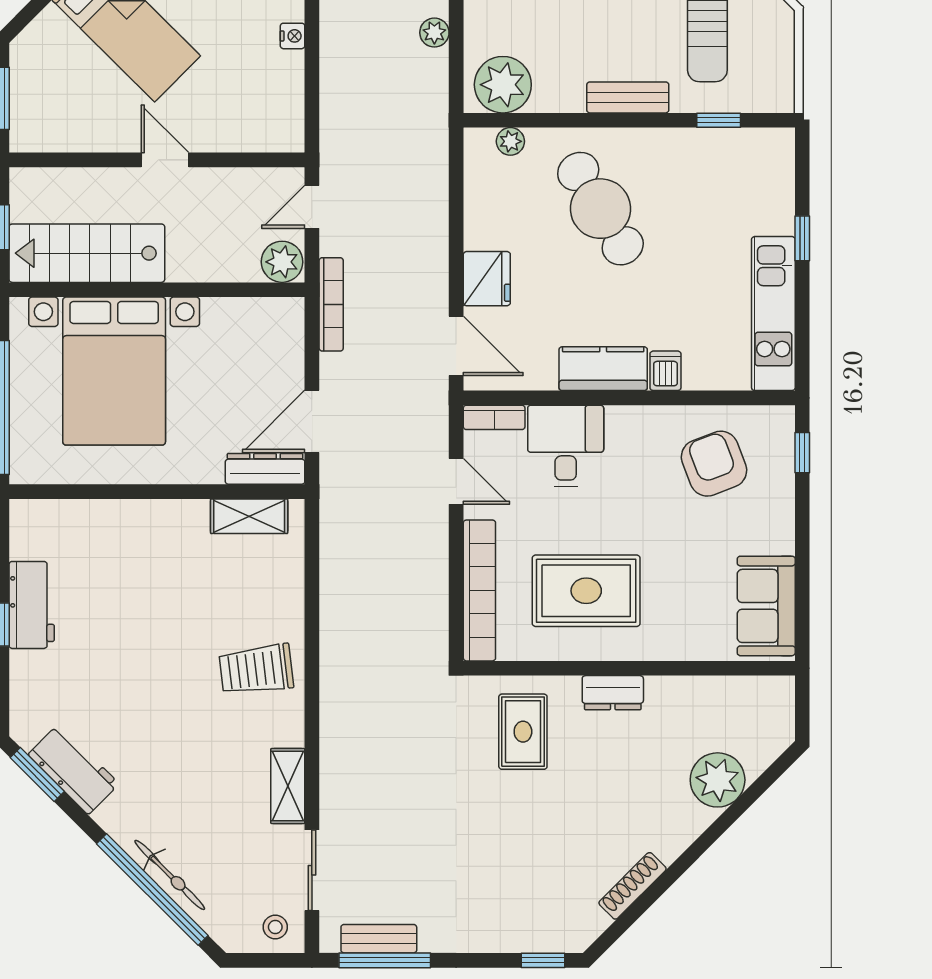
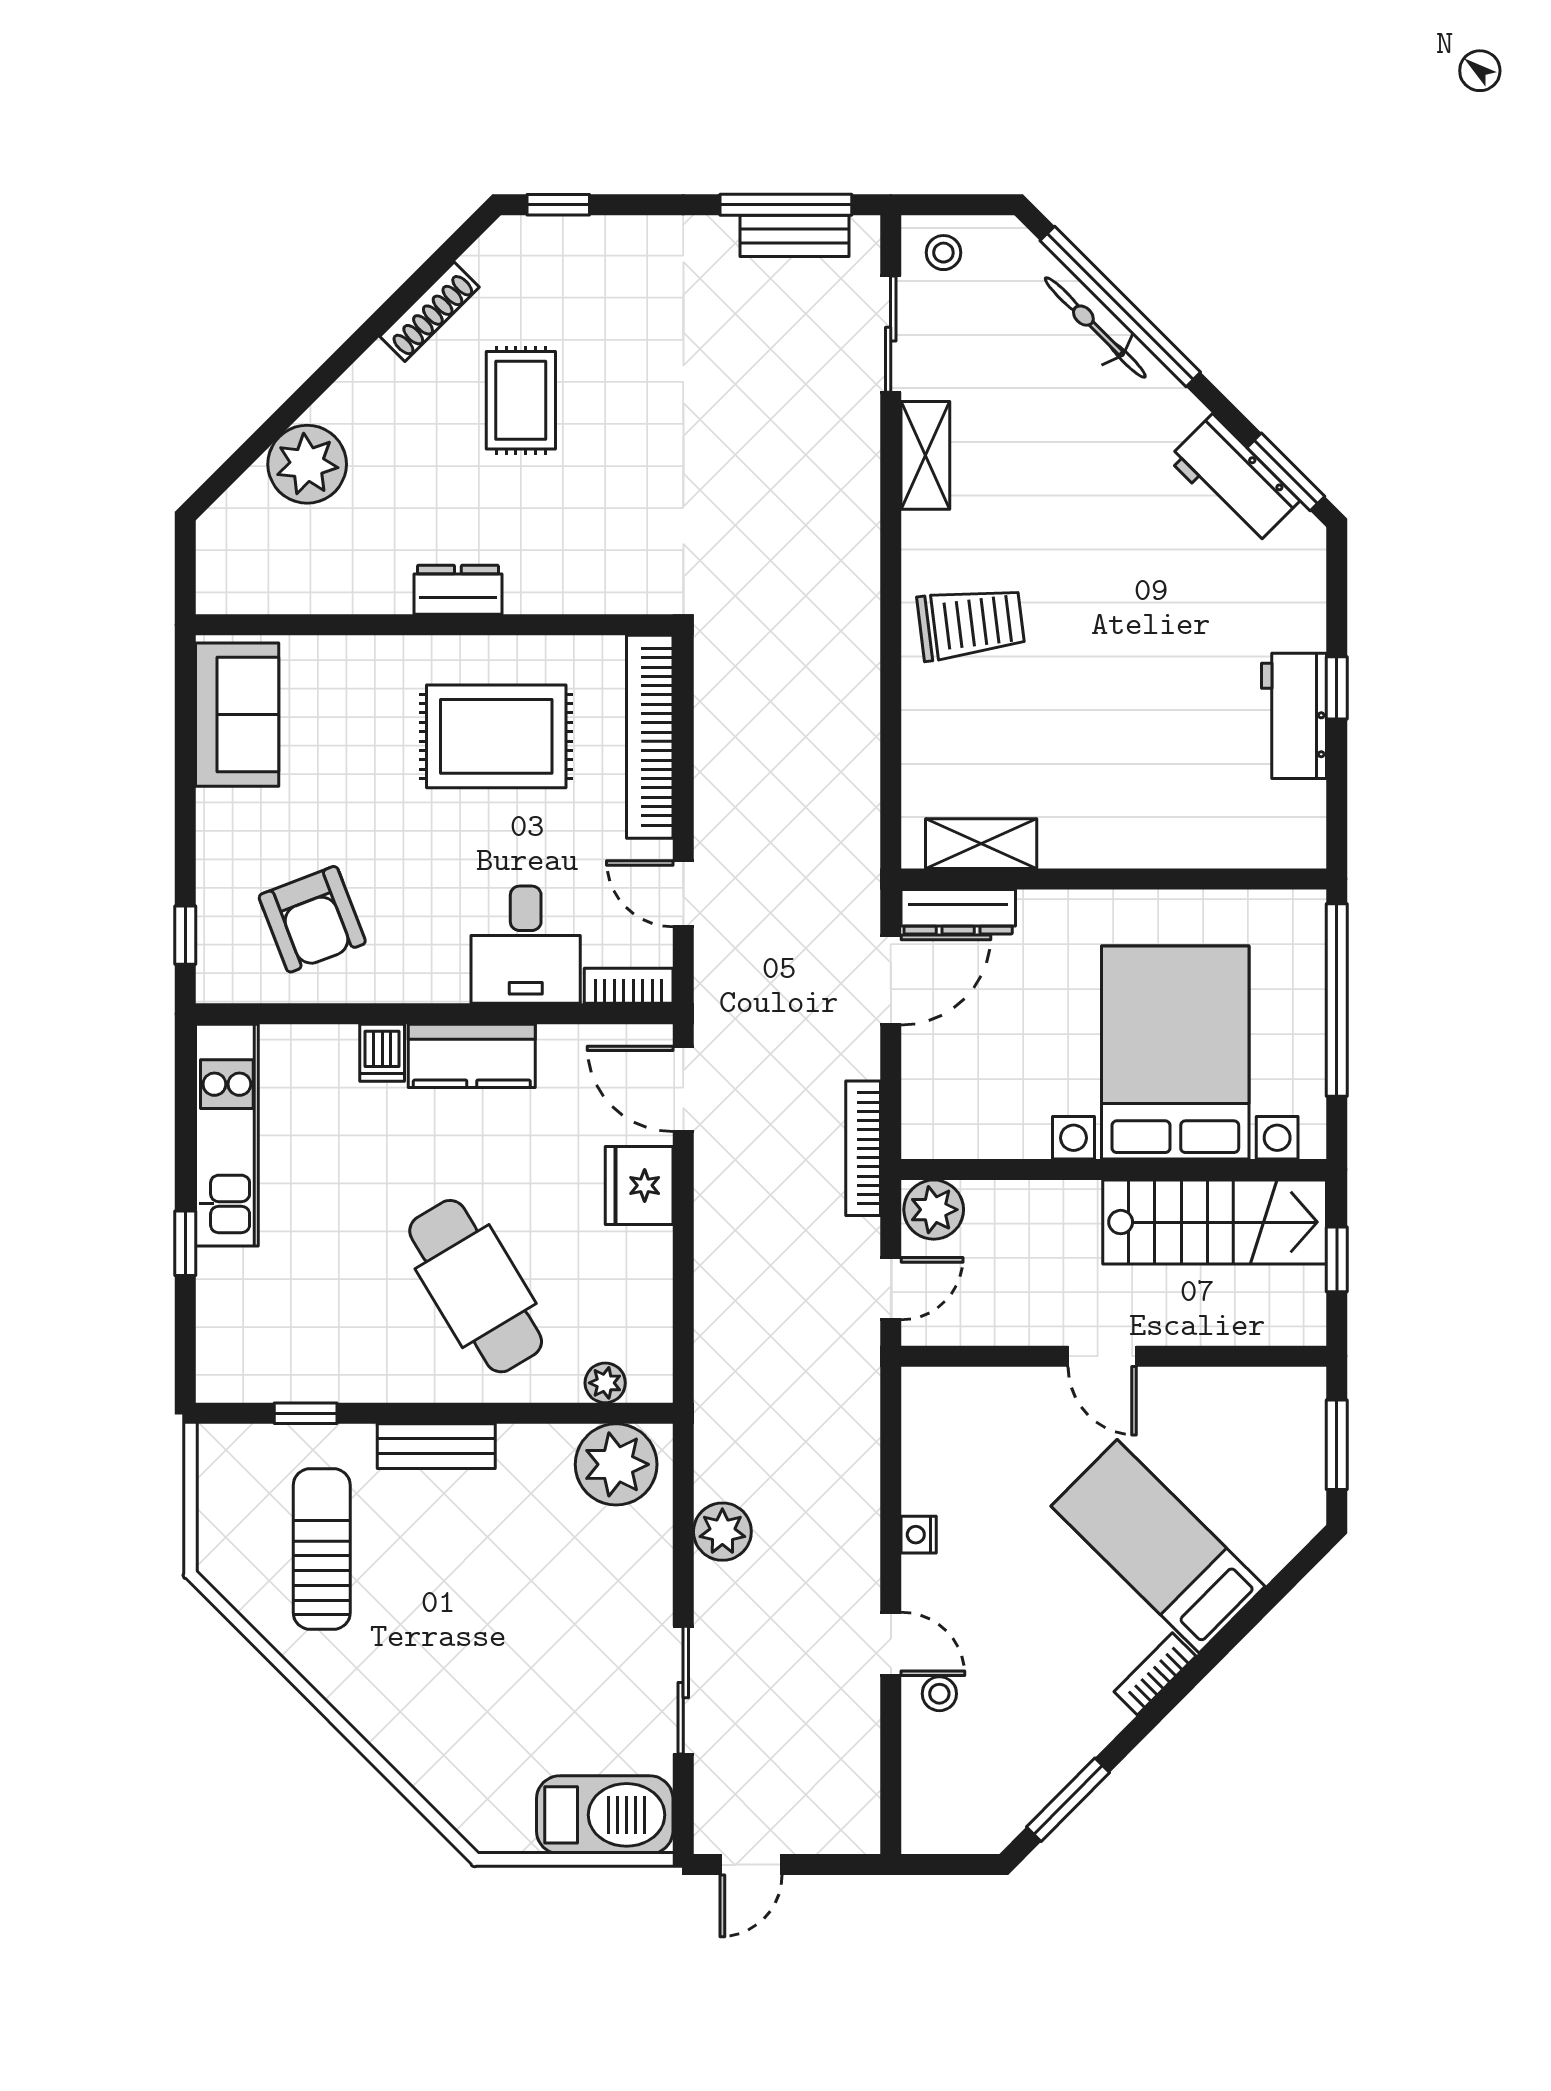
plant: (434, 33) -> (722, 1532), width x1.38, depth x1.38
rug: (523, 732) -> (521, 400), moved

